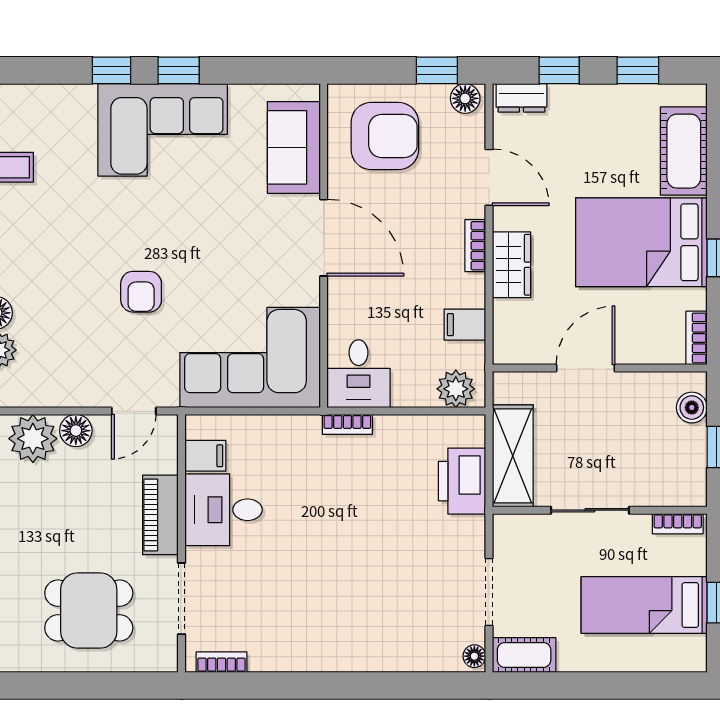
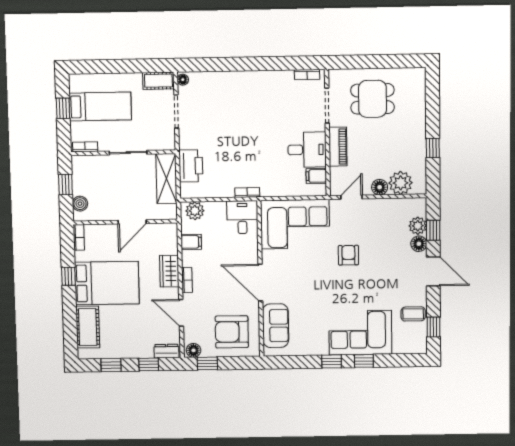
corner sofa: (163, 130) -> (360, 333), moved

